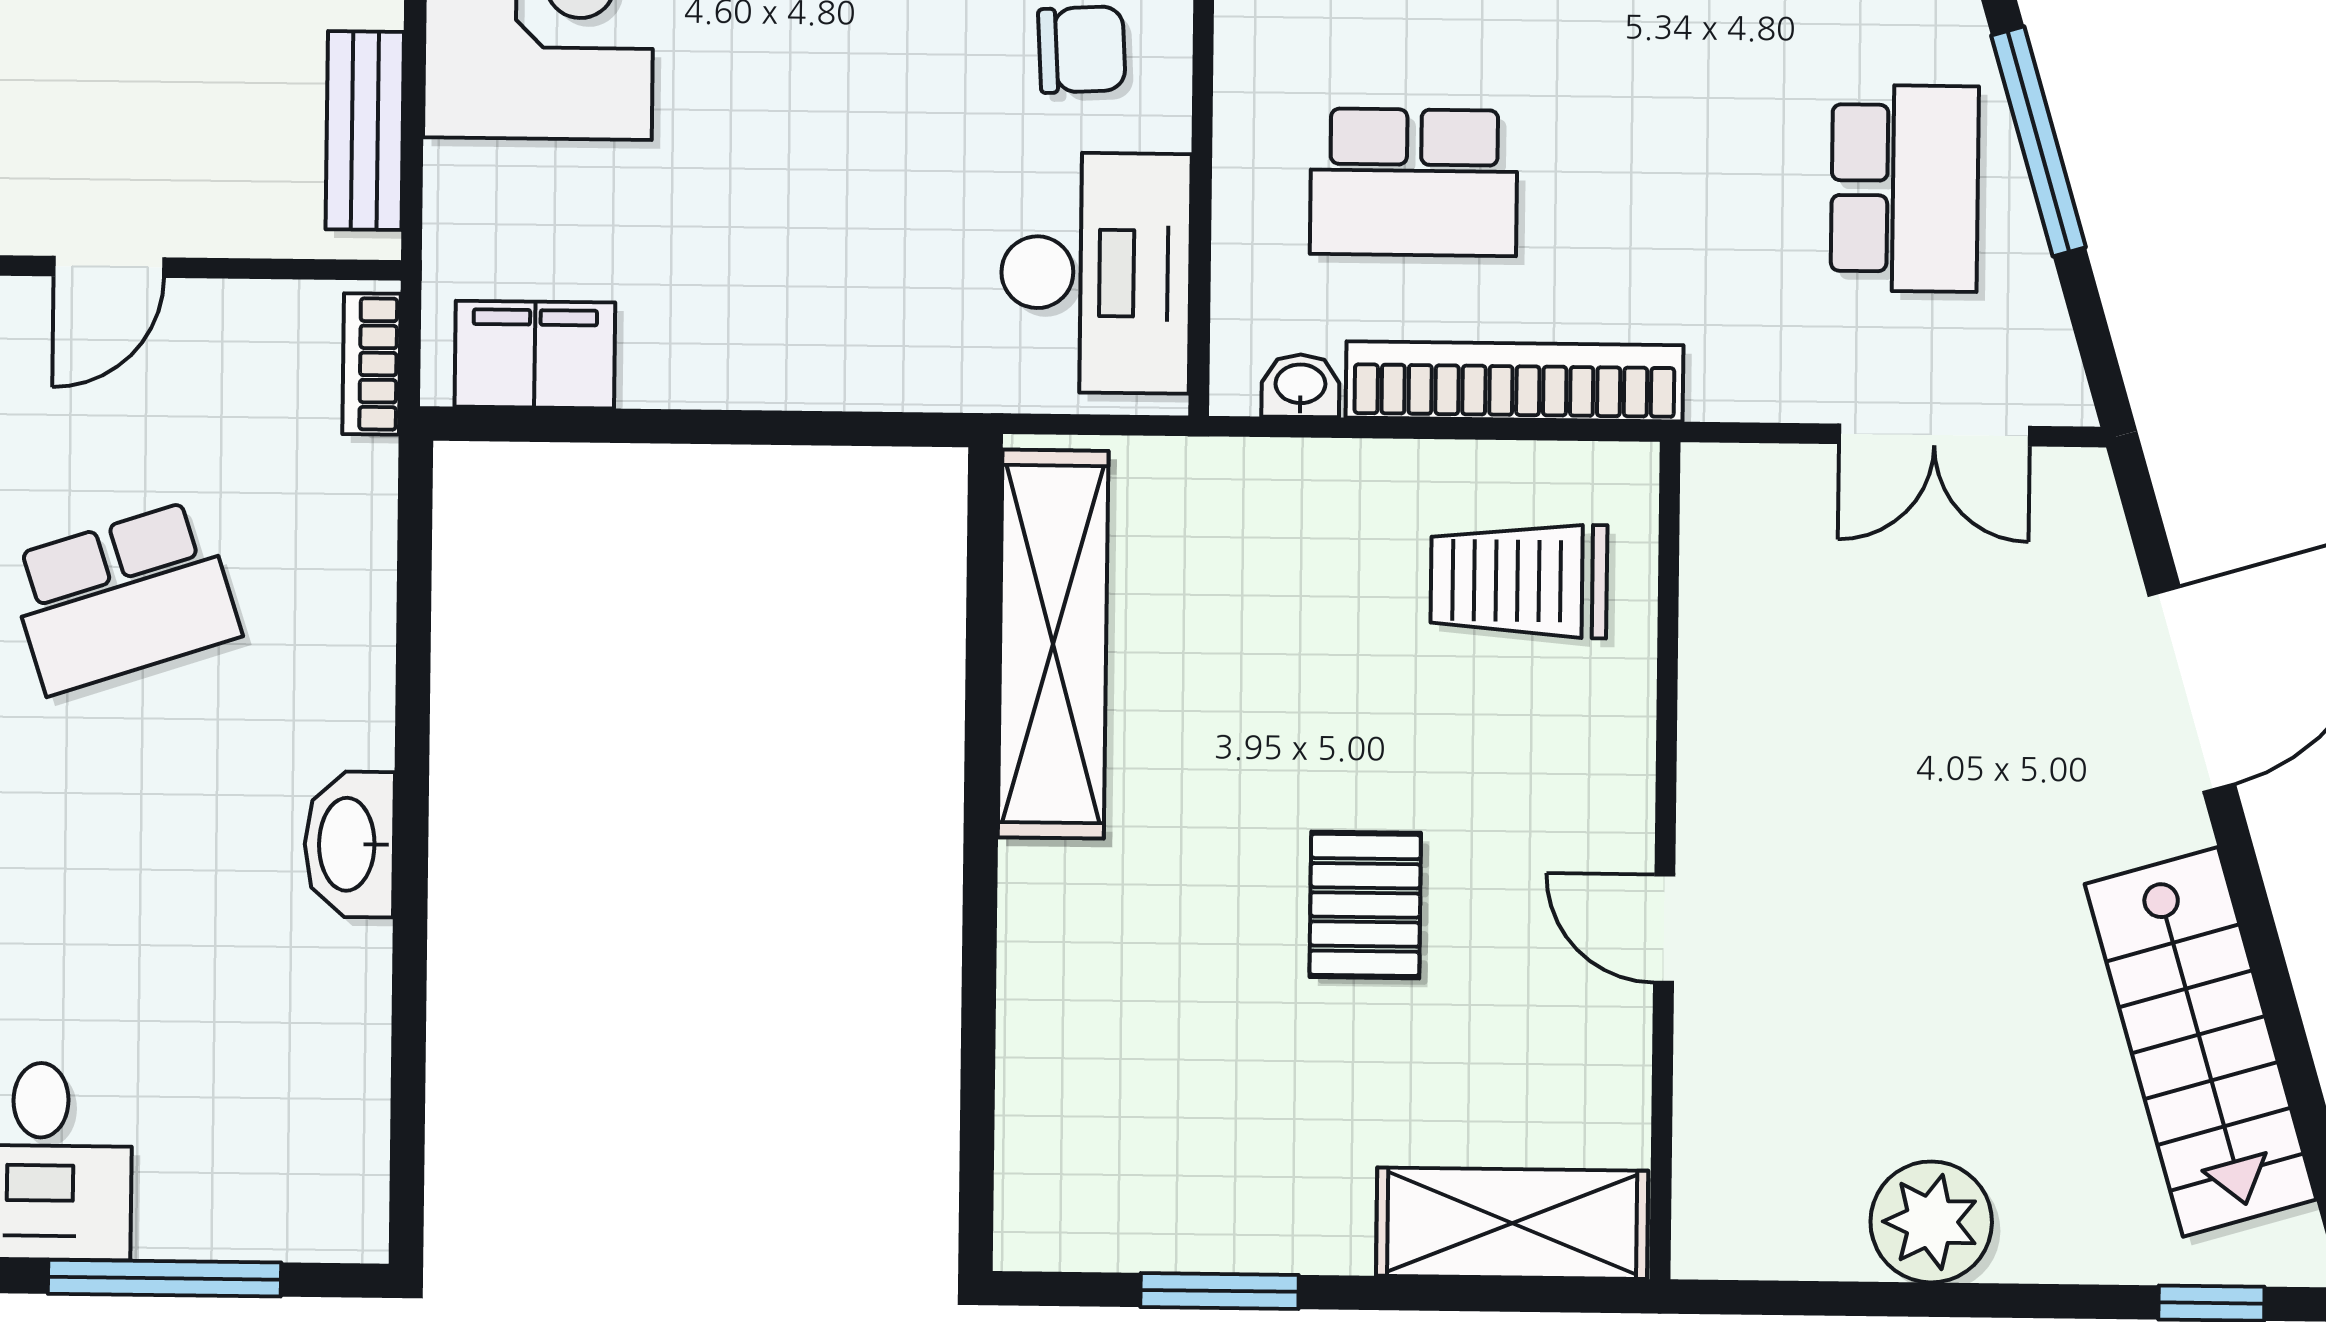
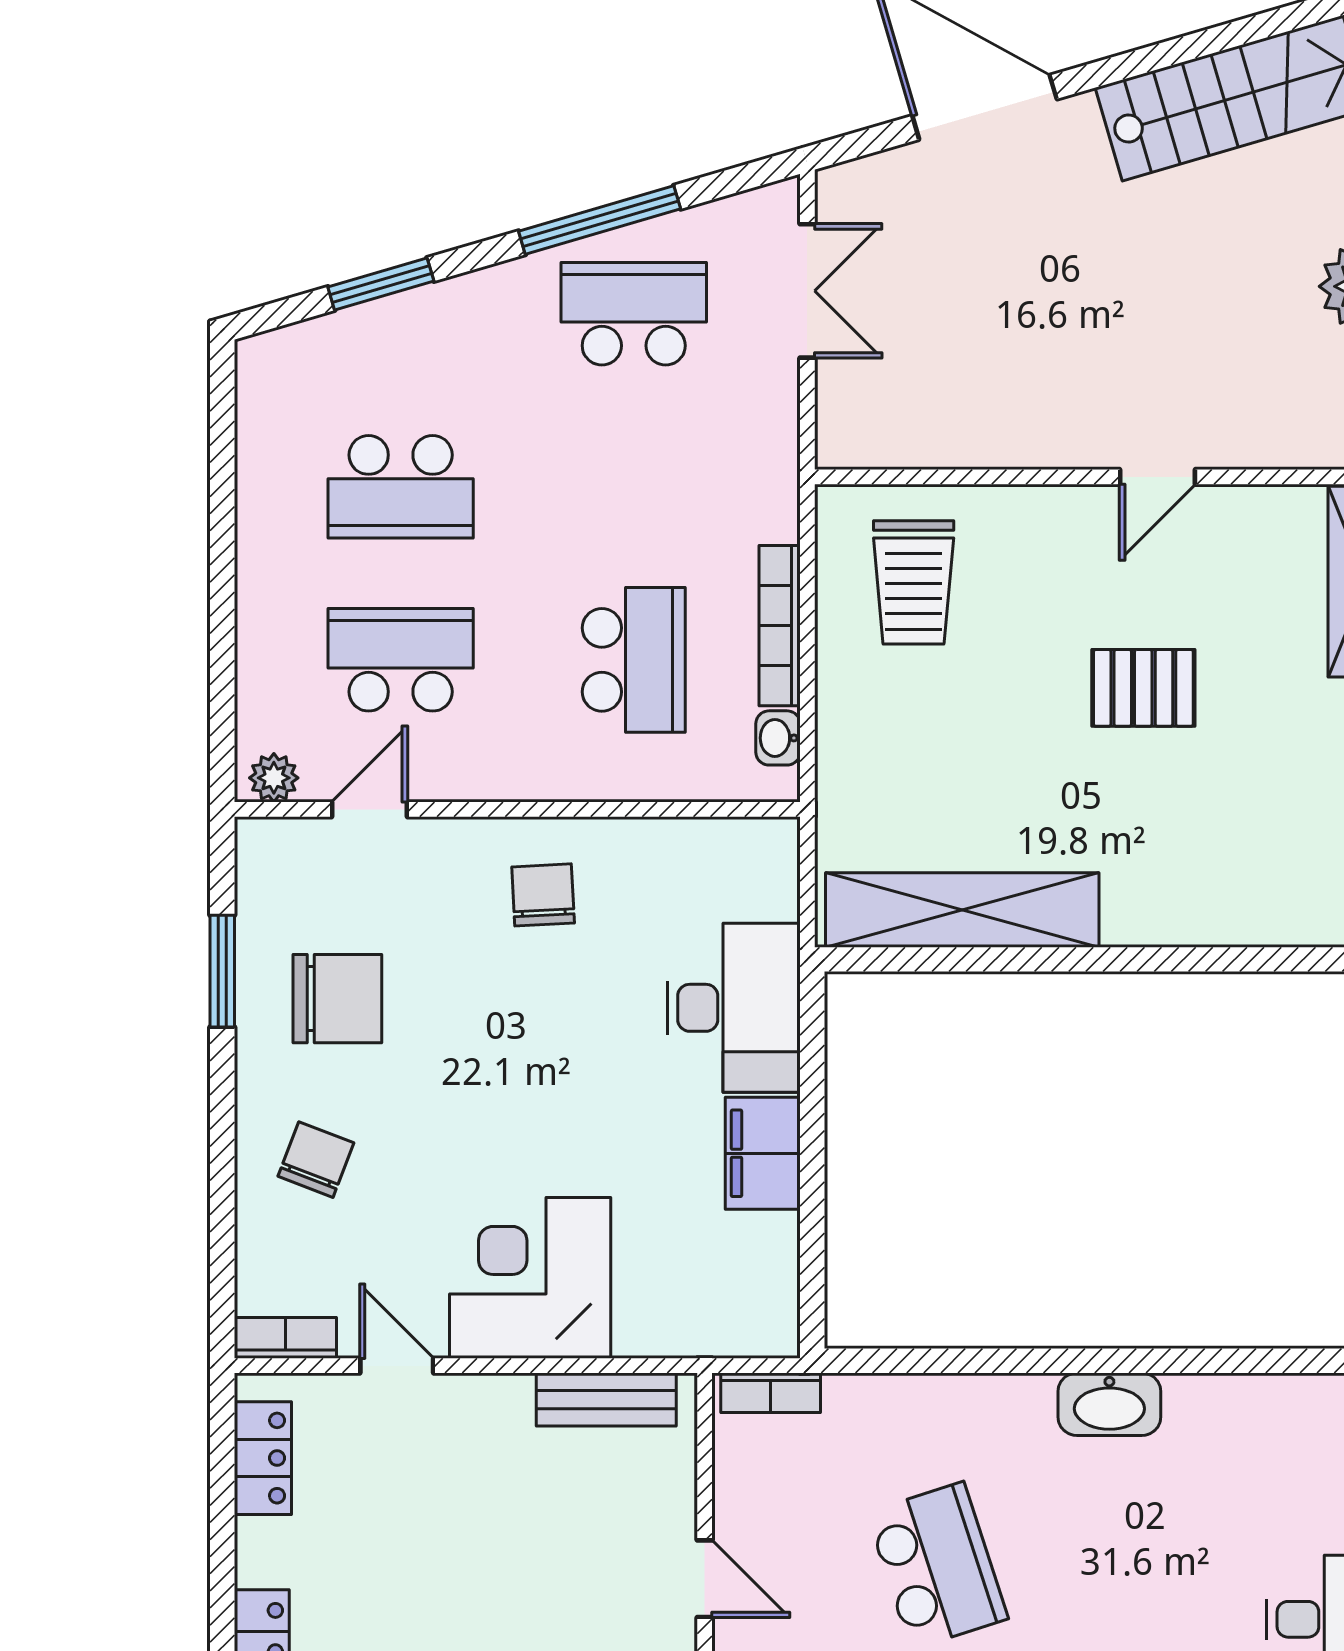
desk: (1096, 273) -> (734, 1008), moved, turned 90
filing cabinet: (535, 355) -> (763, 1153), moved
bookcase: (1514, 381) -> (780, 626), width x0.68, depth x0.76

